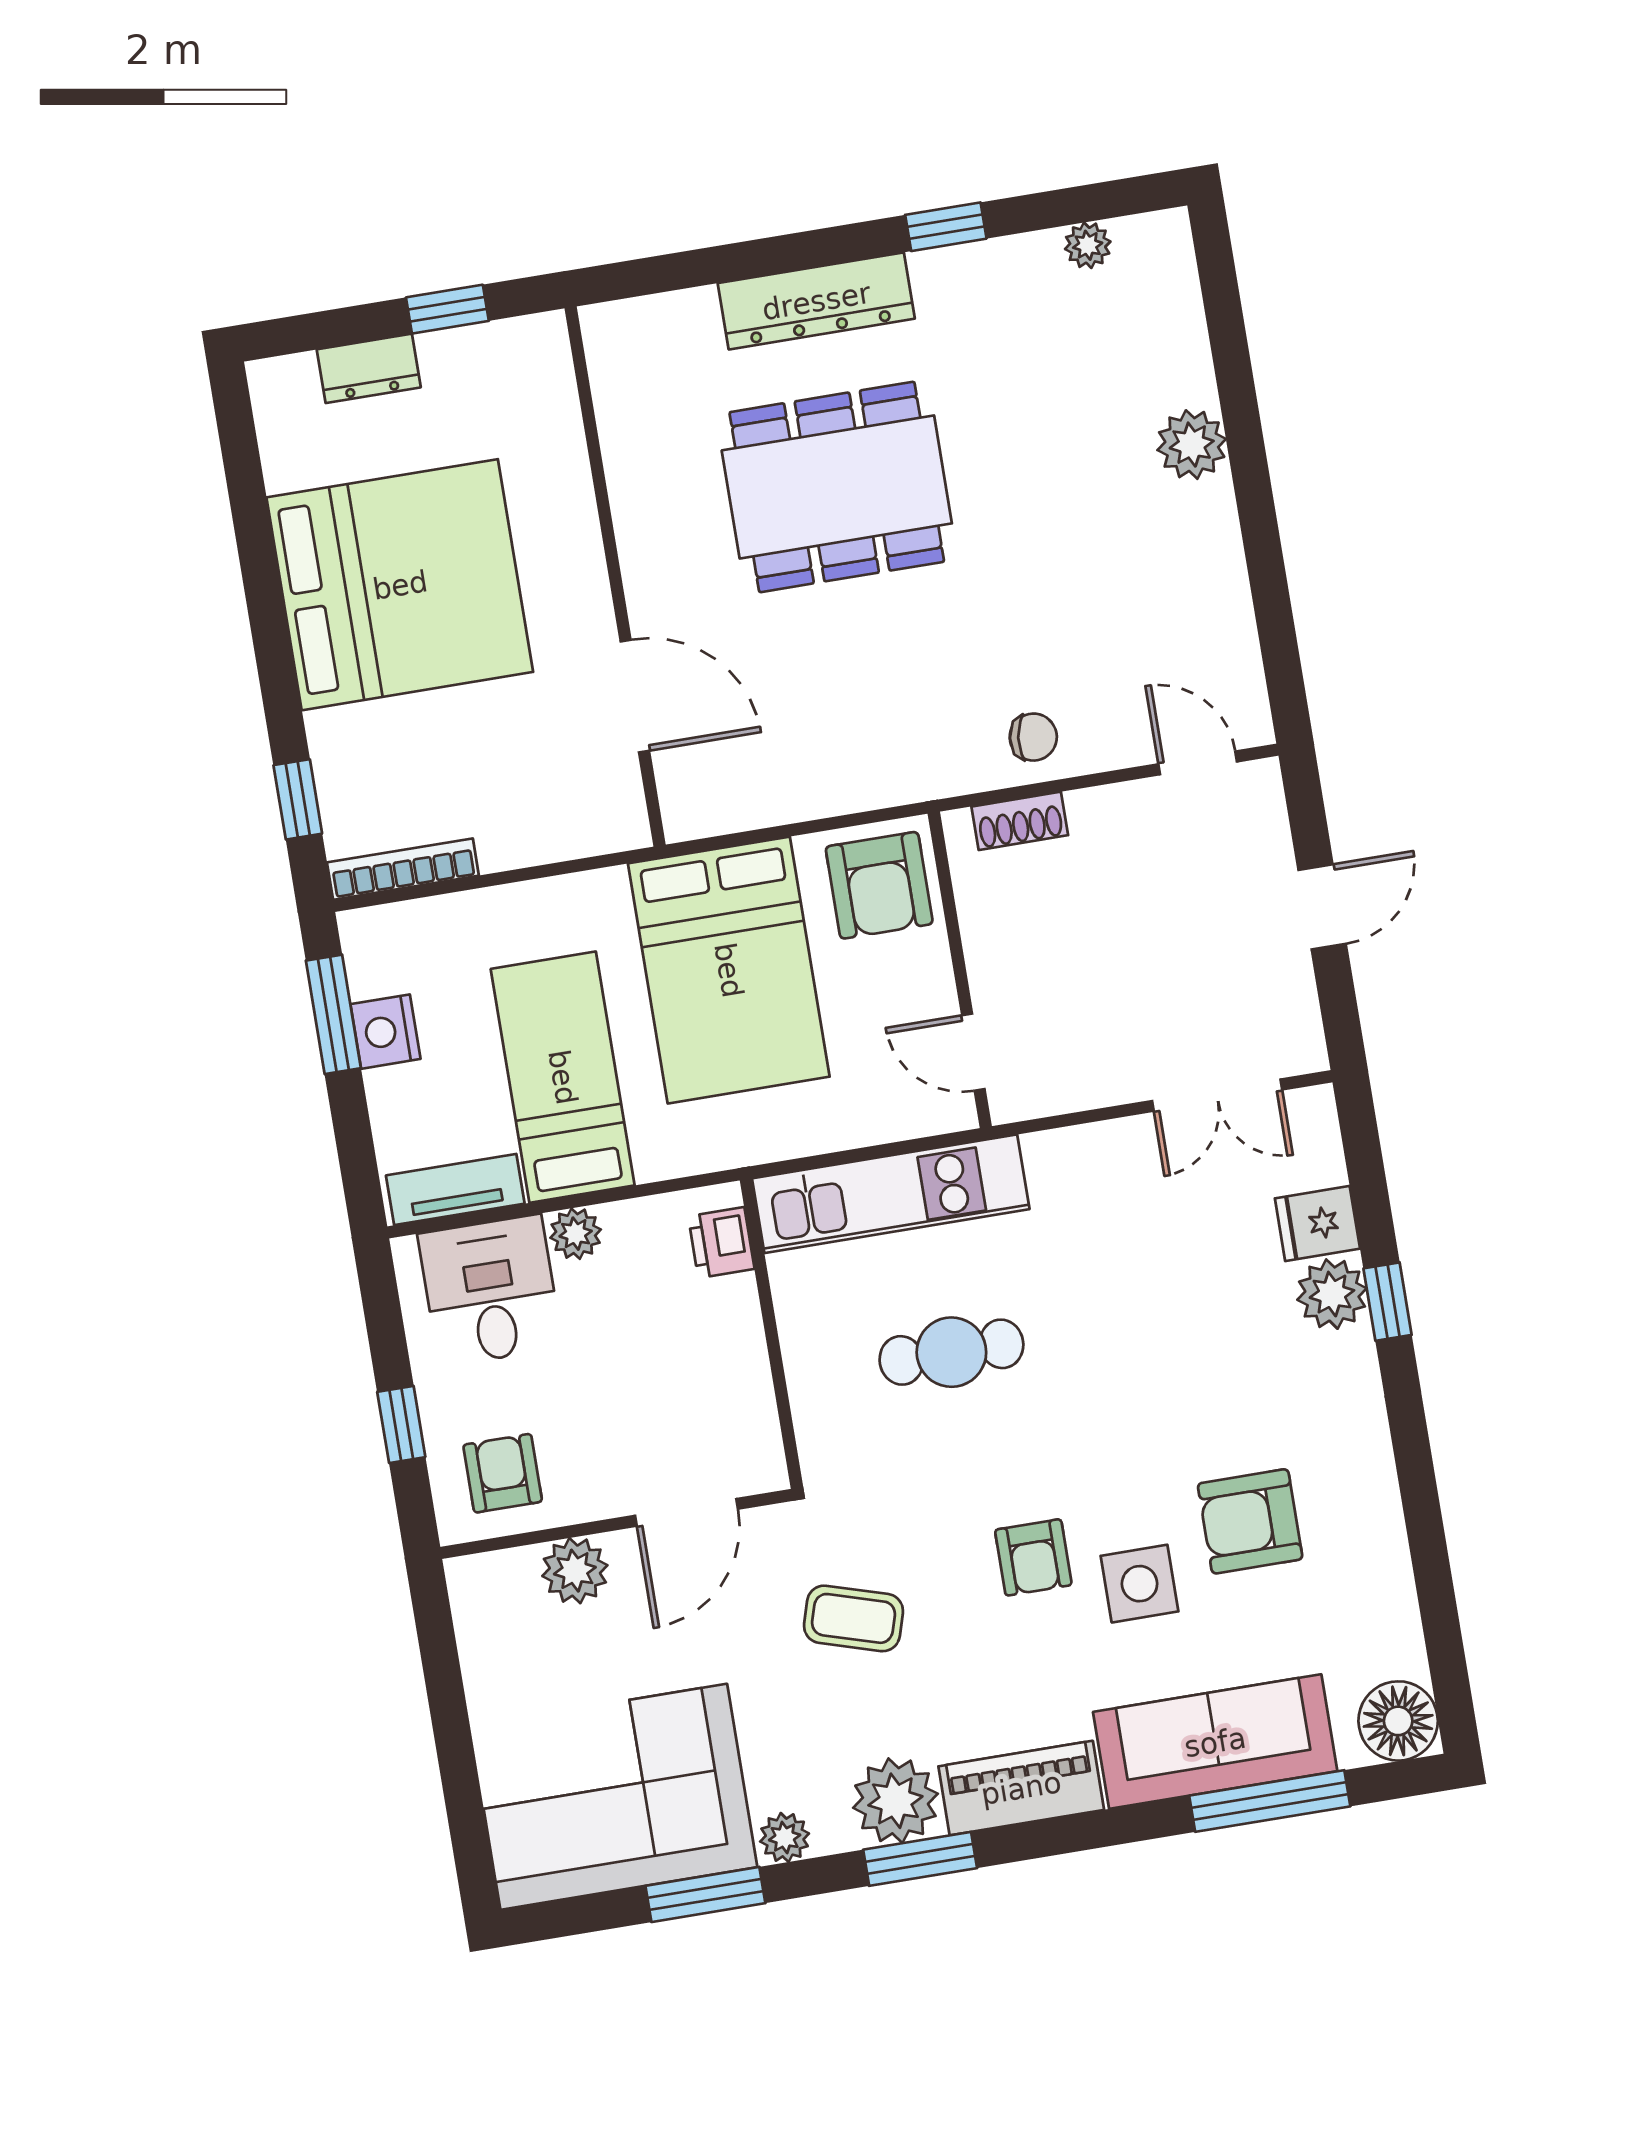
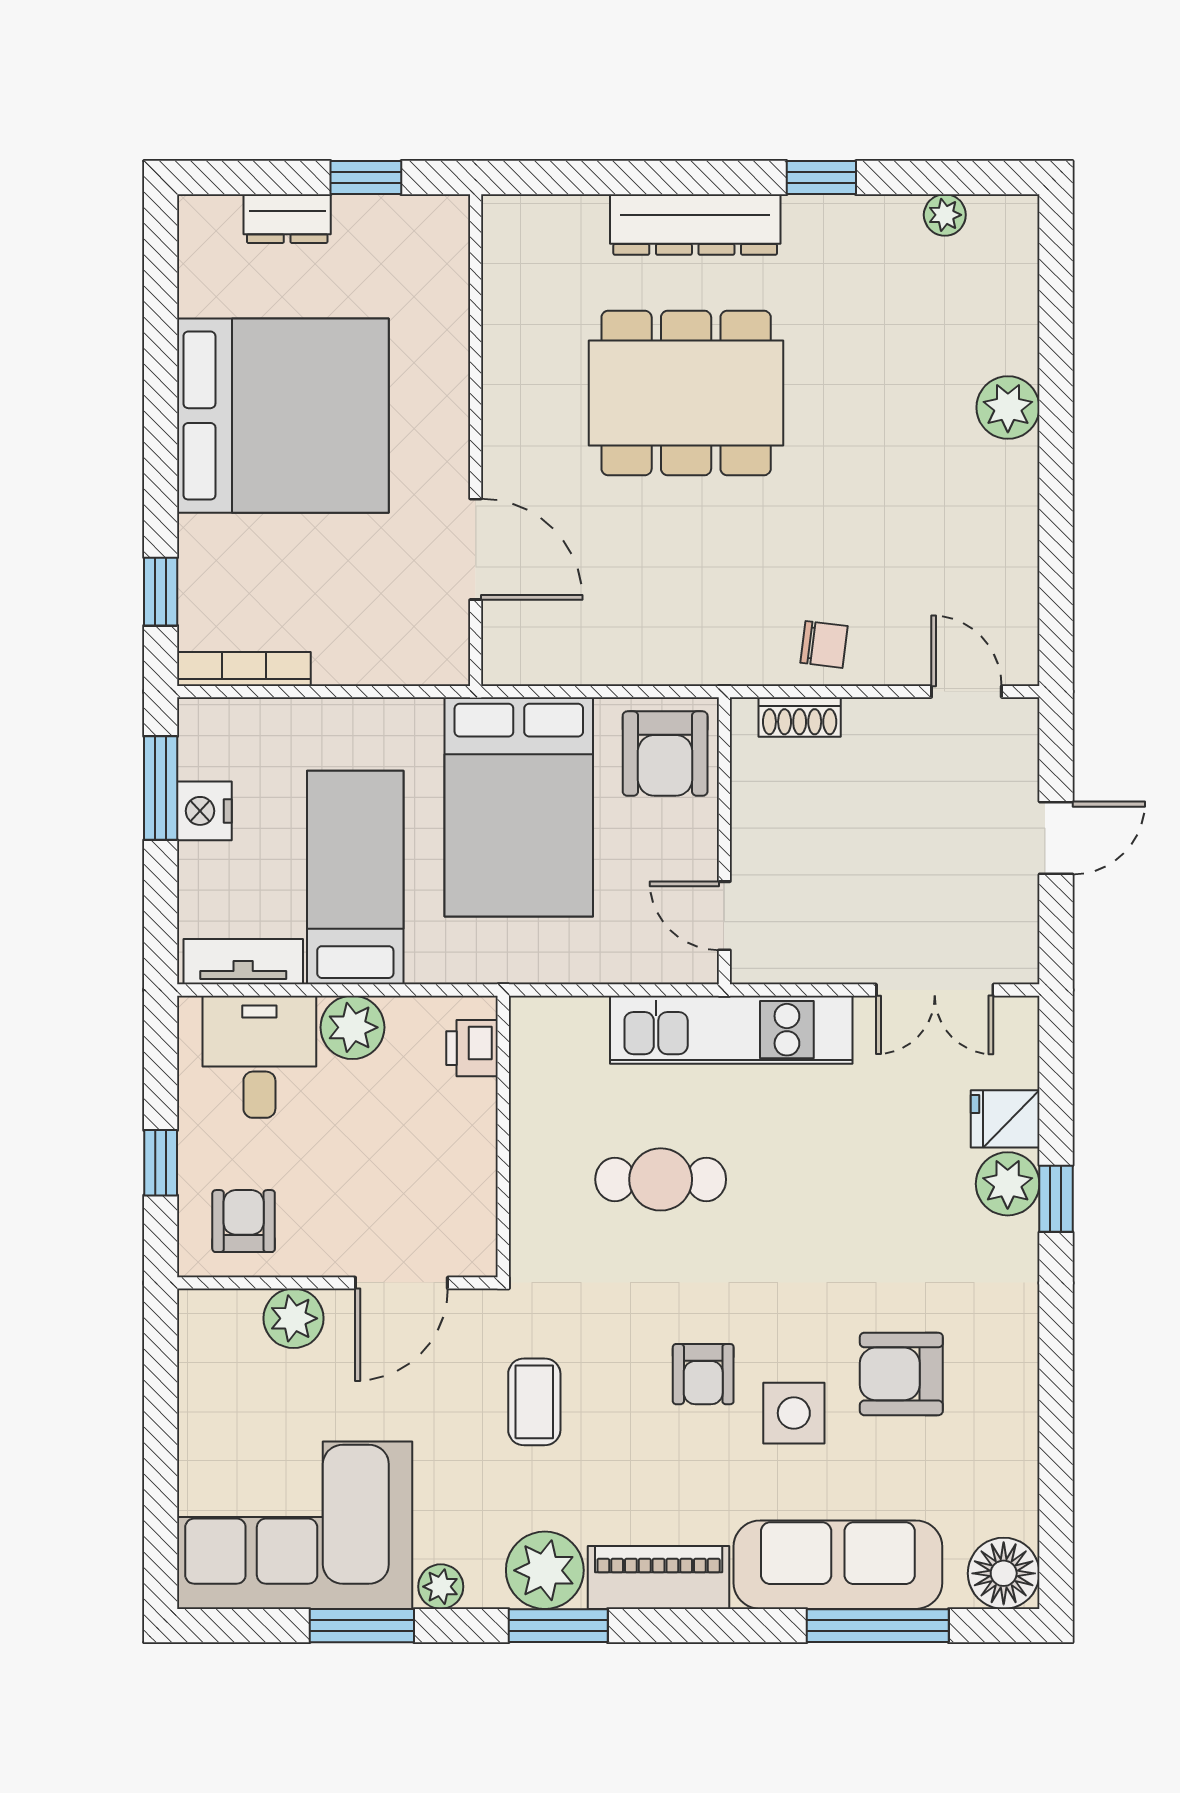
kitchen unit: (891, 1194) -> (731, 1030), moved
plant: (576, 1234) -> (352, 1027), width x1.38, depth x1.38
coffee table: (853, 1618) -> (534, 1402), turned 73

